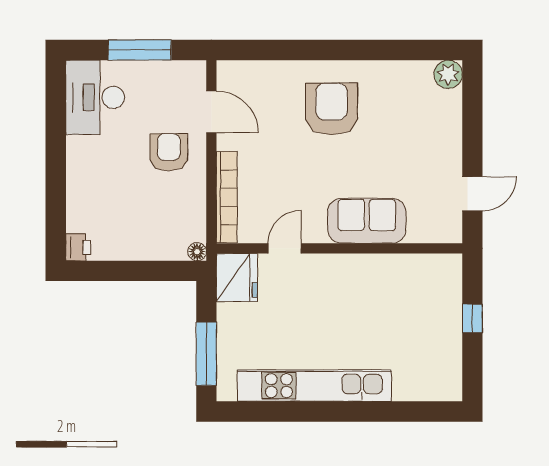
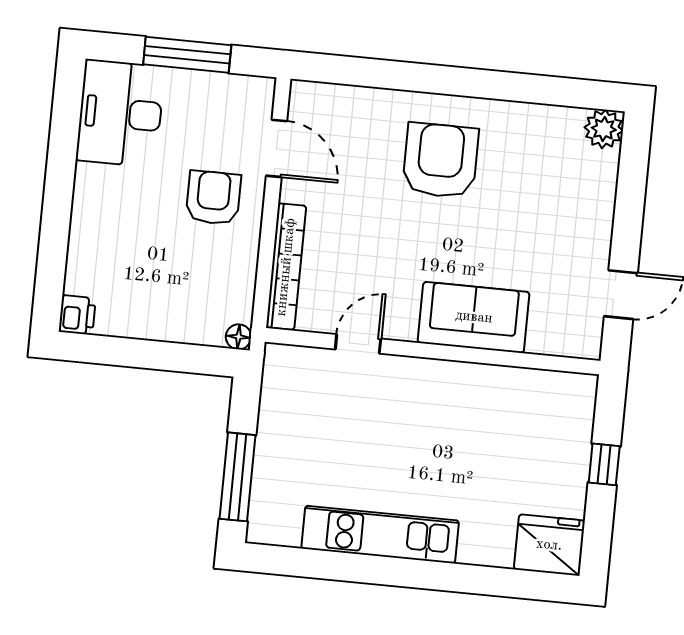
fridge: (237, 277) -> (549, 545), moved, turned -90
kitchen unit: (314, 386) -> (380, 535), width x0.73

